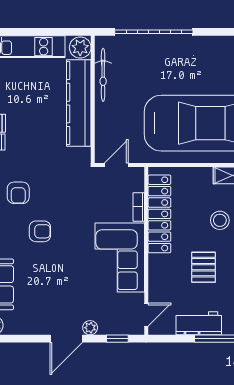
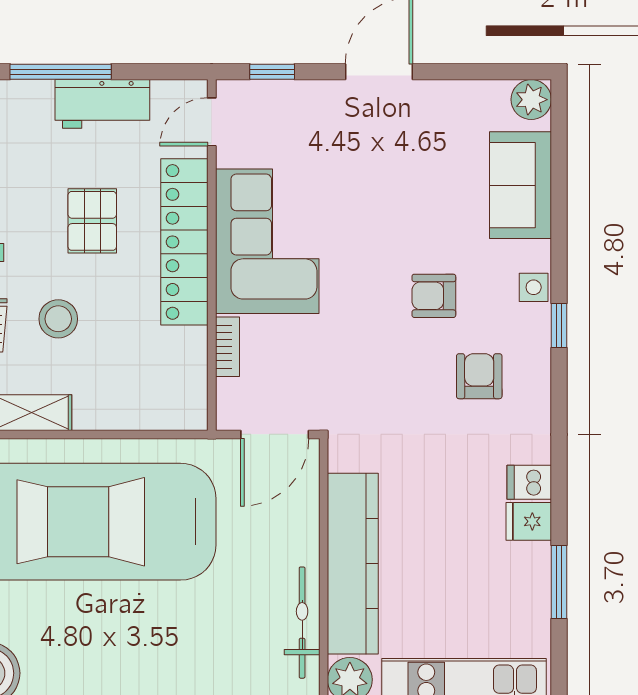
door: (116, 165) -> (275, 434), width x1.38
locker: (159, 214) -> (184, 242), moved
plant: (90, 328) -> (329, 95), removed

